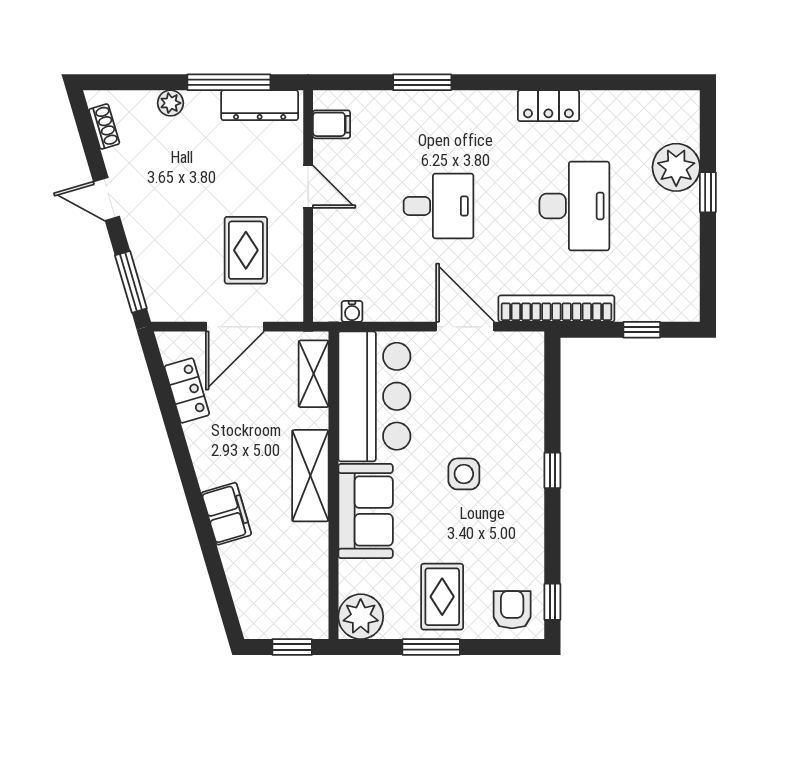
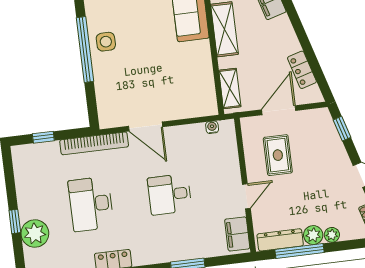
plant: (202, 107) -> (313, 235), added
filing cabinet: (331, 124) -> (237, 234), width x2.00
door: (308, 187) -> (246, 196), swing flipped
window: (131, 282) -> (342, 129), width x0.67
bar counter: (374, 396) -> (193, 80), removed
window: (552, 470) -> (85, 50), width x3.17
side table: (464, 474) -> (106, 42), moved

